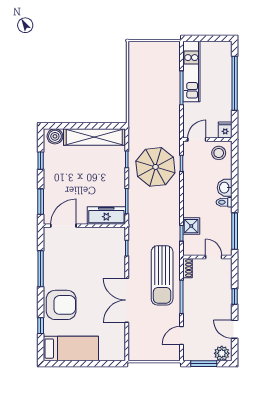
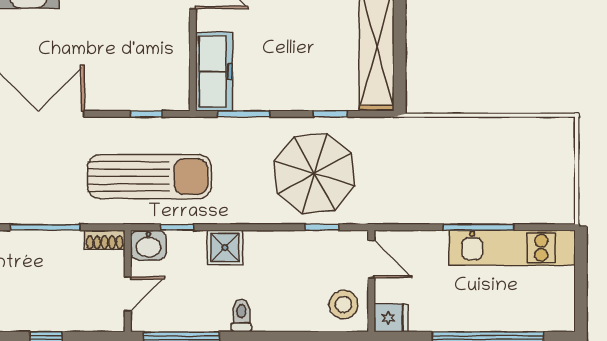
washbasin: (225, 188) -> (148, 245), moved, turned 180
shower: (191, 226) -> (225, 248), moved
sun lounger: (162, 275) -> (149, 177), moved, turned 180

